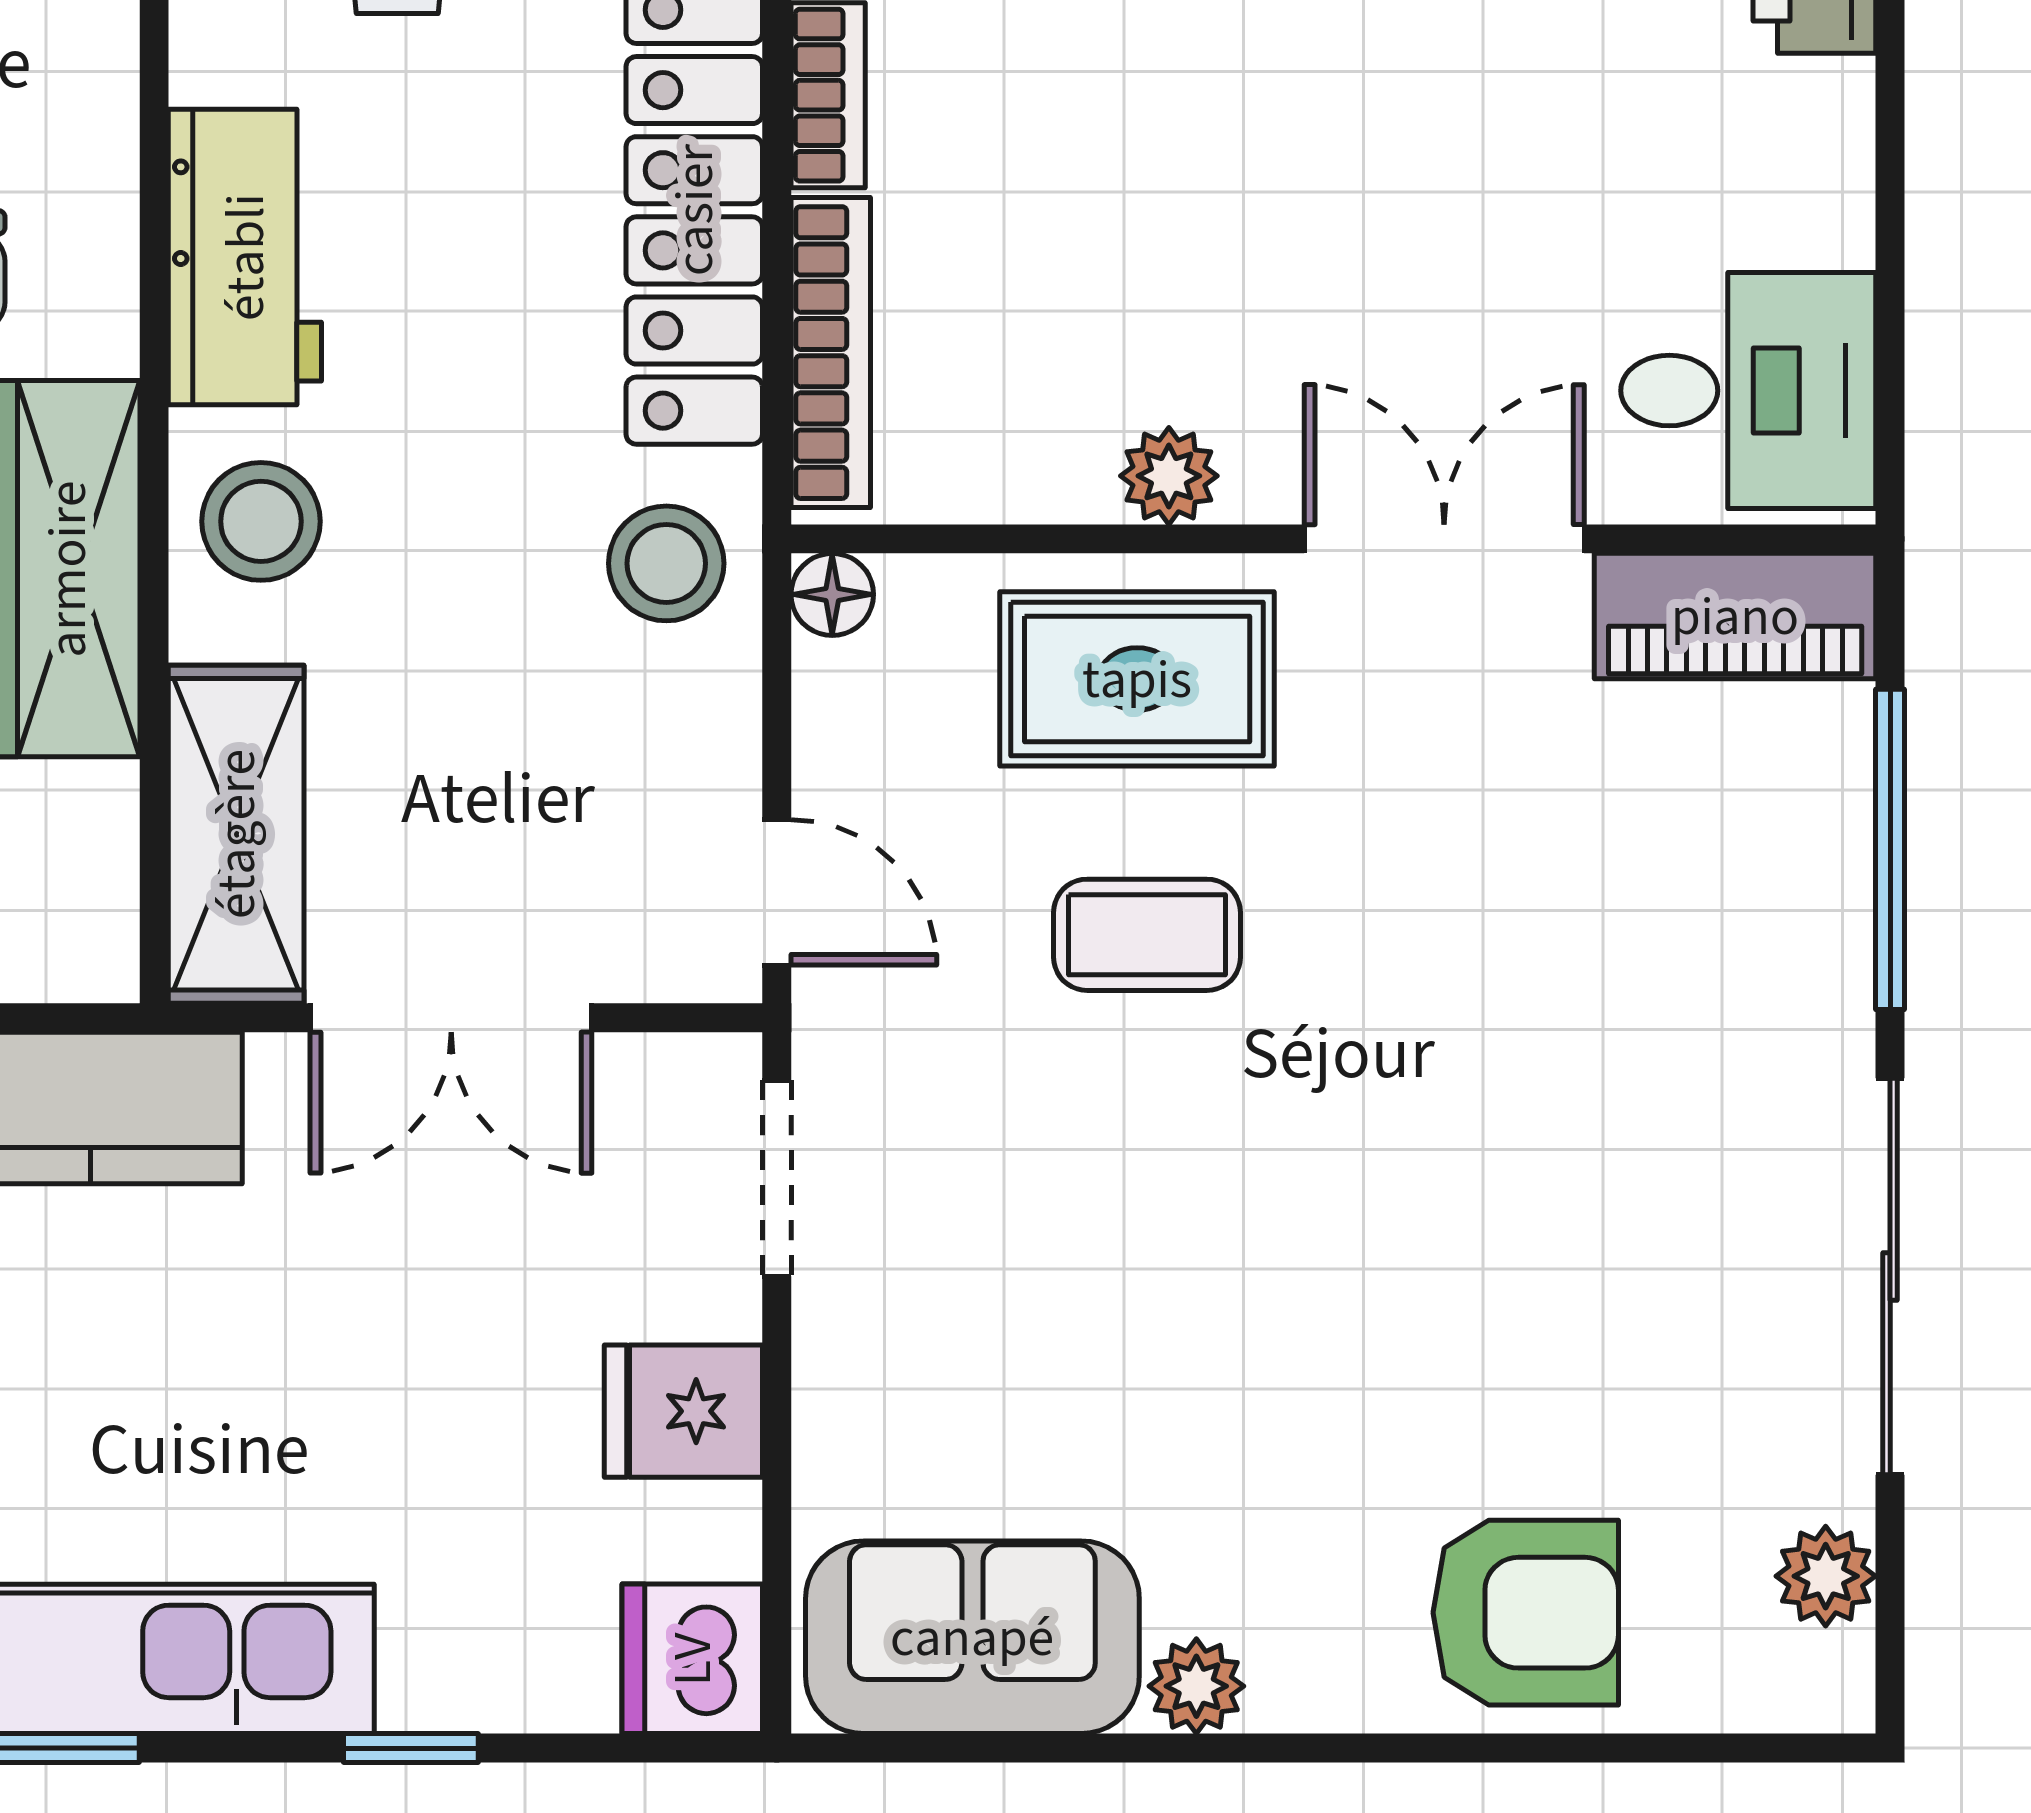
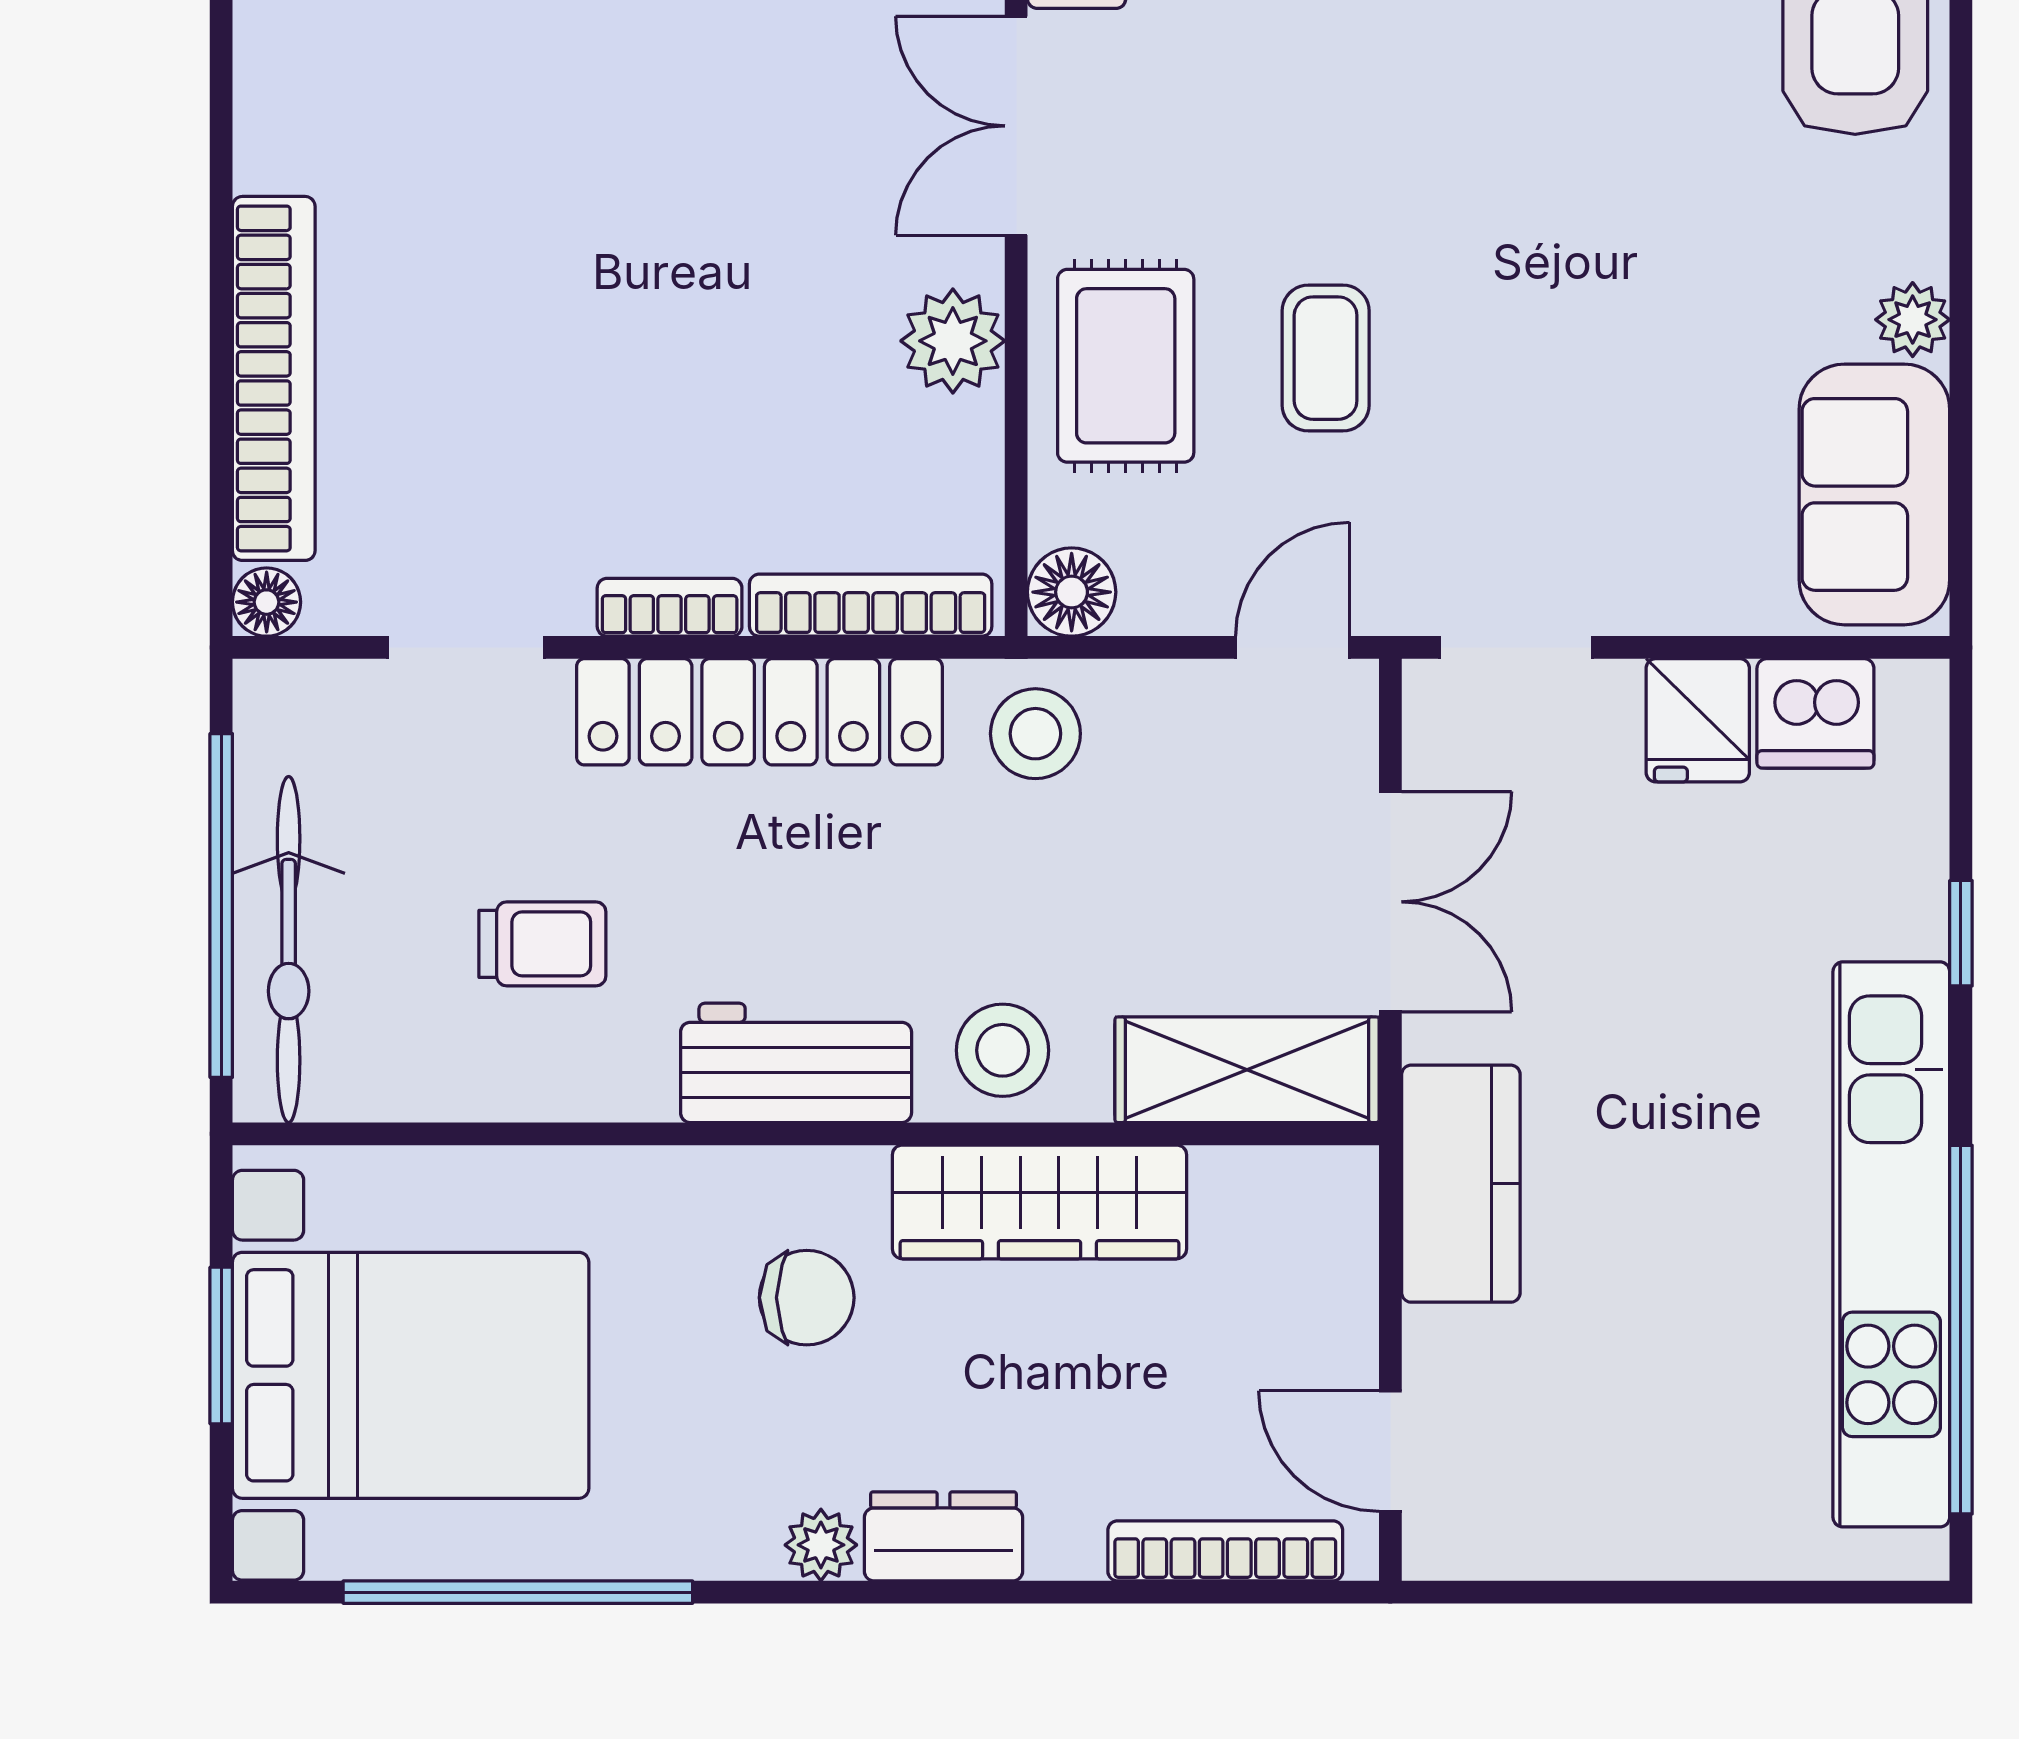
plant: (1169, 476) -> (953, 341), width x1.38, depth x1.38
floor lamp: (832, 594) -> (1072, 592), width x1.37, depth x1.37
dishwasher: (692, 1659) -> (1815, 713), moved

